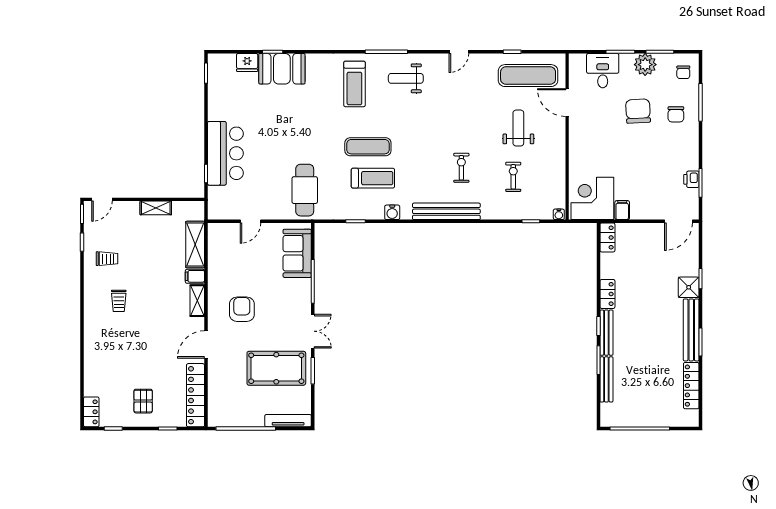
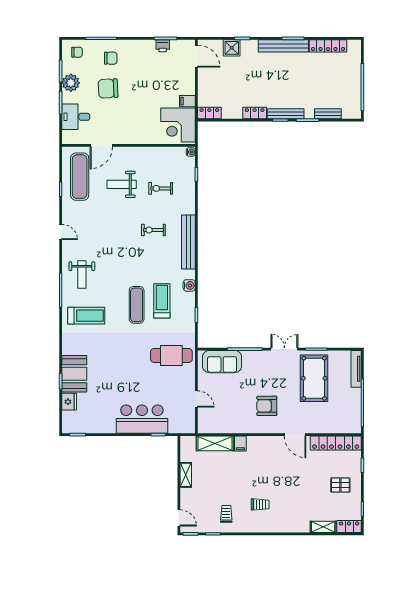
shower: (689, 287) -> (232, 48), moved
shelving: (197, 301) -> (323, 527), moved
bench: (606, 379) -> (328, 114), width x0.73

